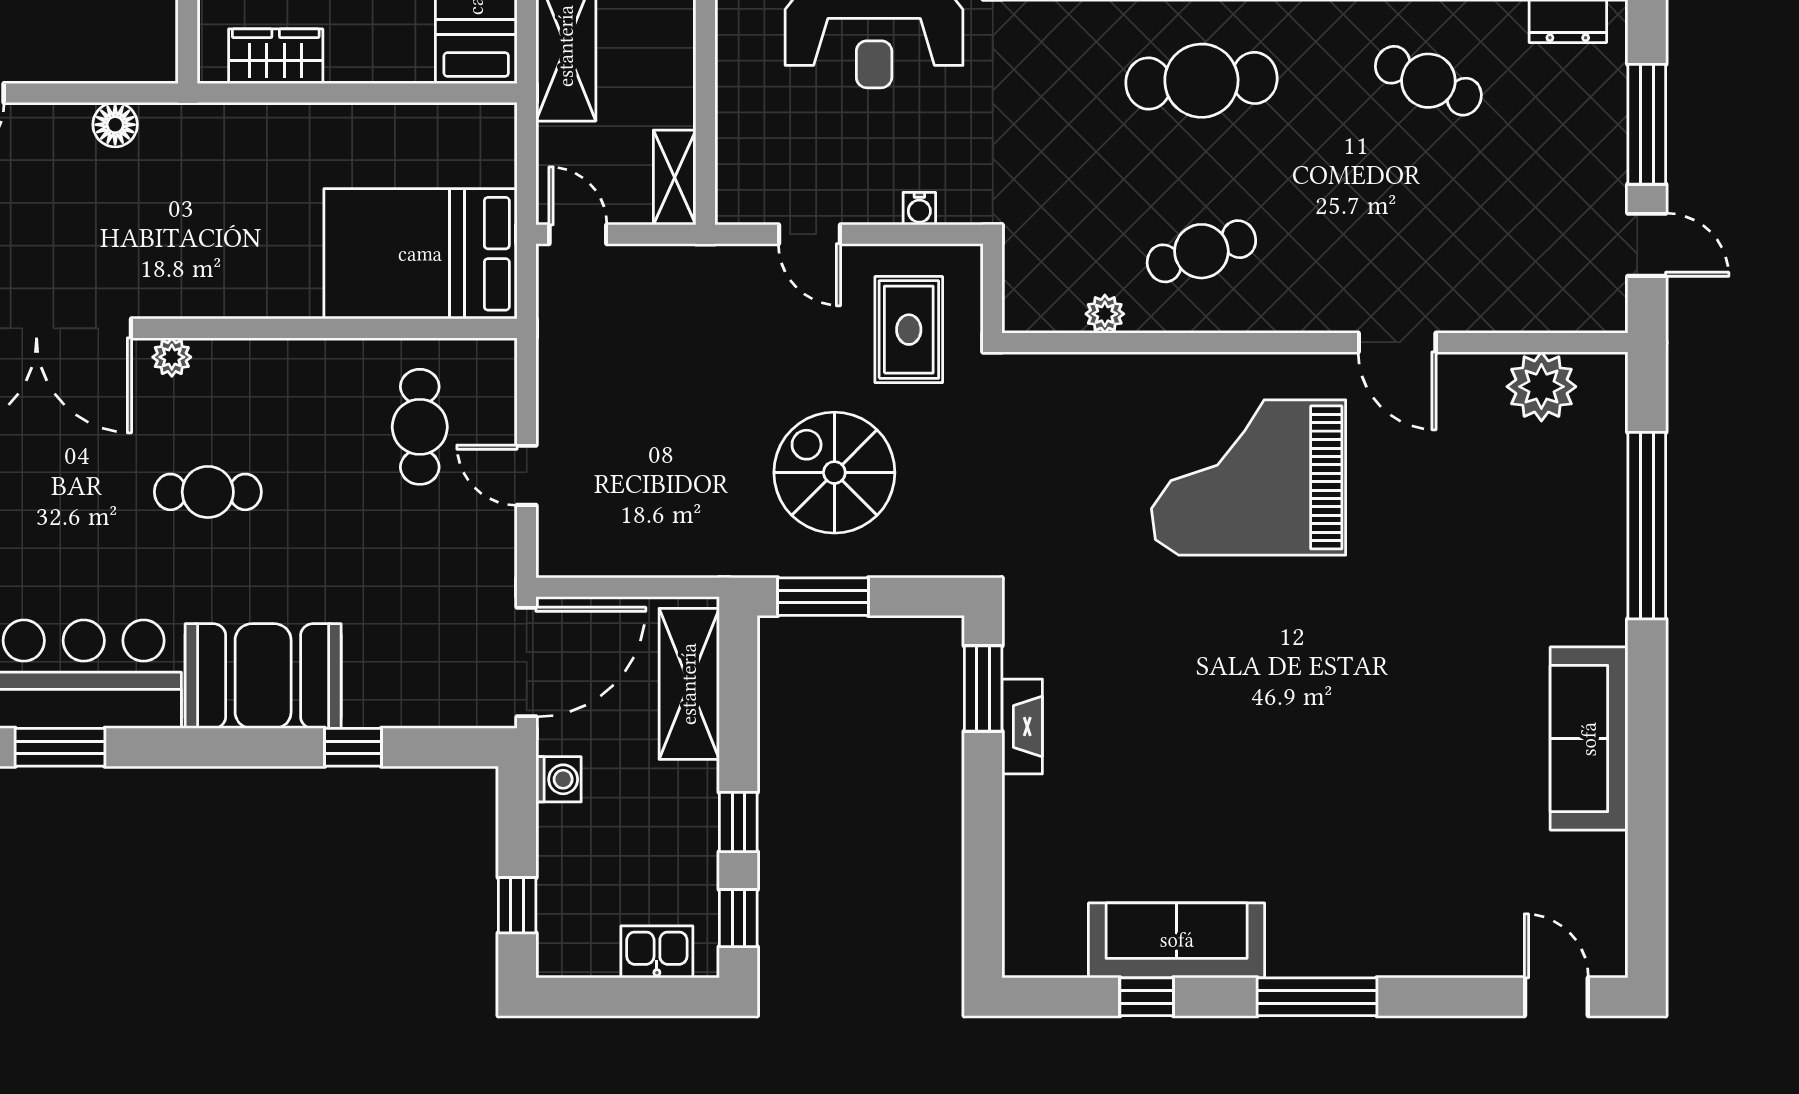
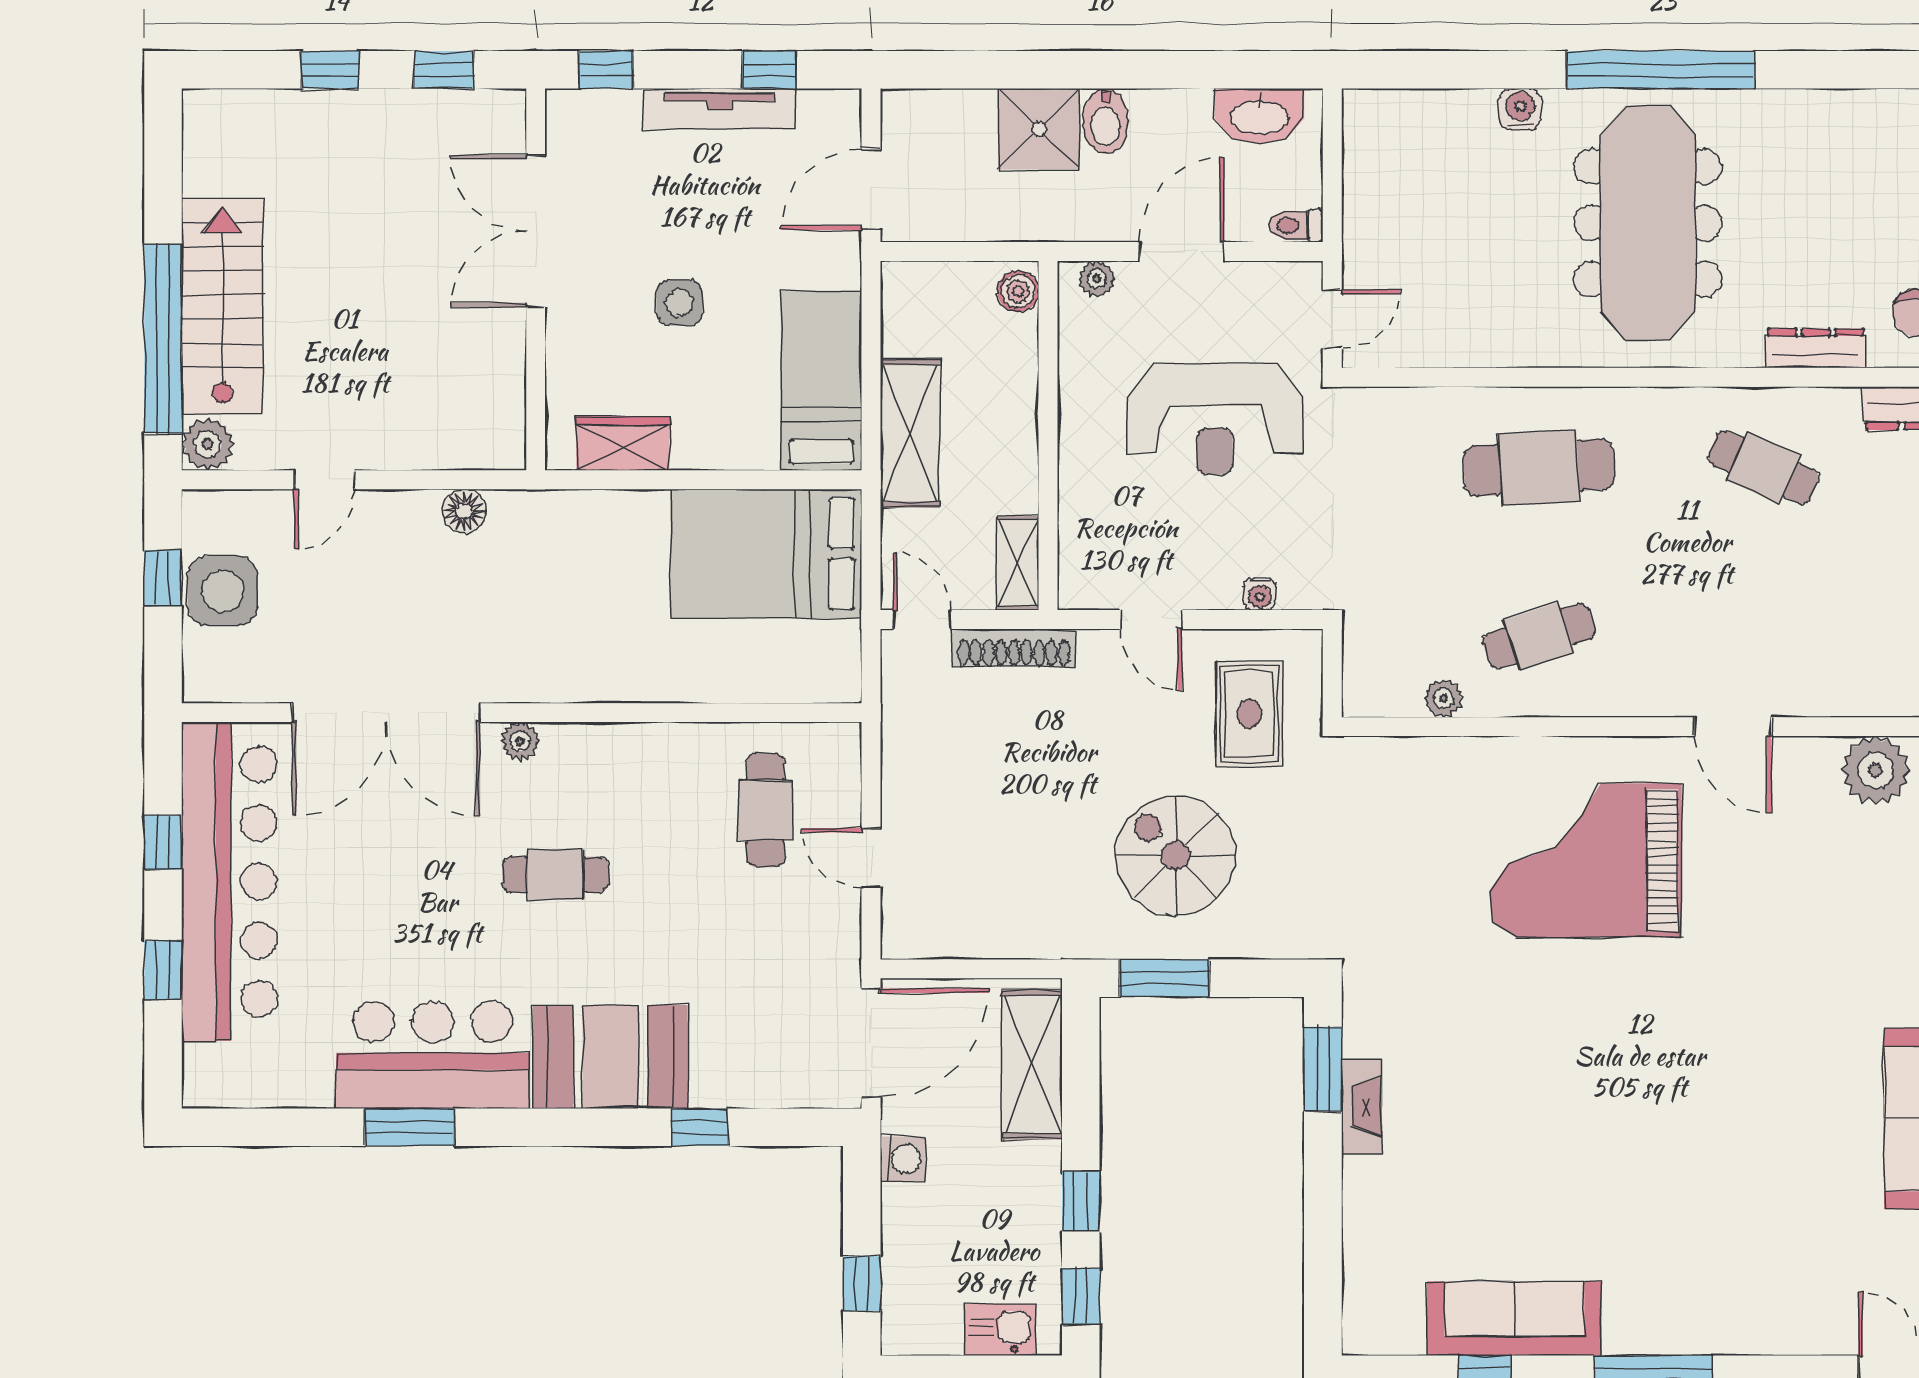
bed: (420, 254) -> (766, 554), moved
shoe rack: (671, 263) -> (1014, 648), added

